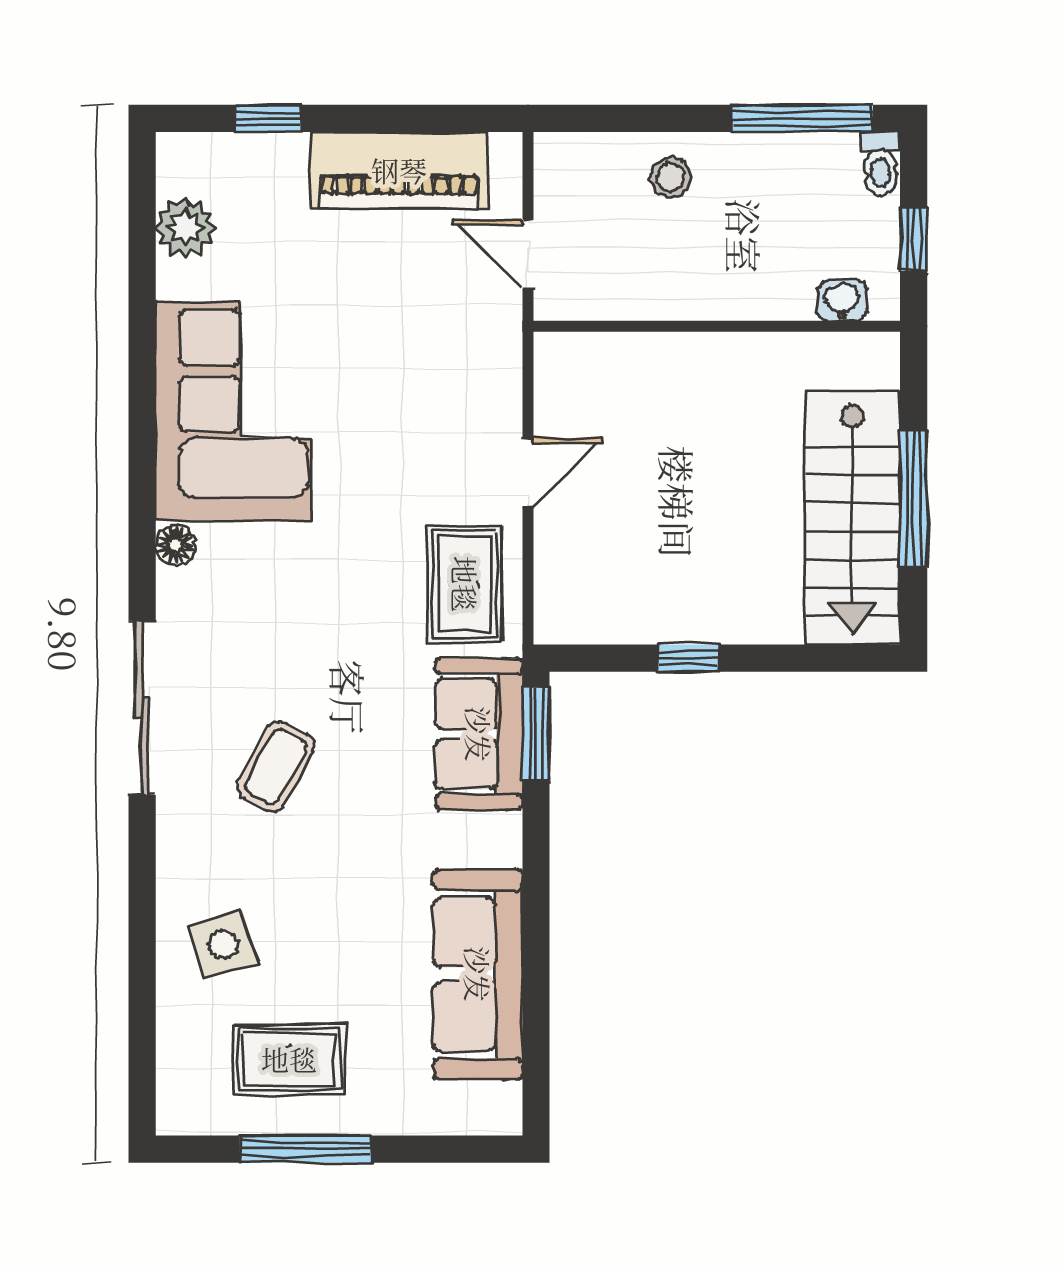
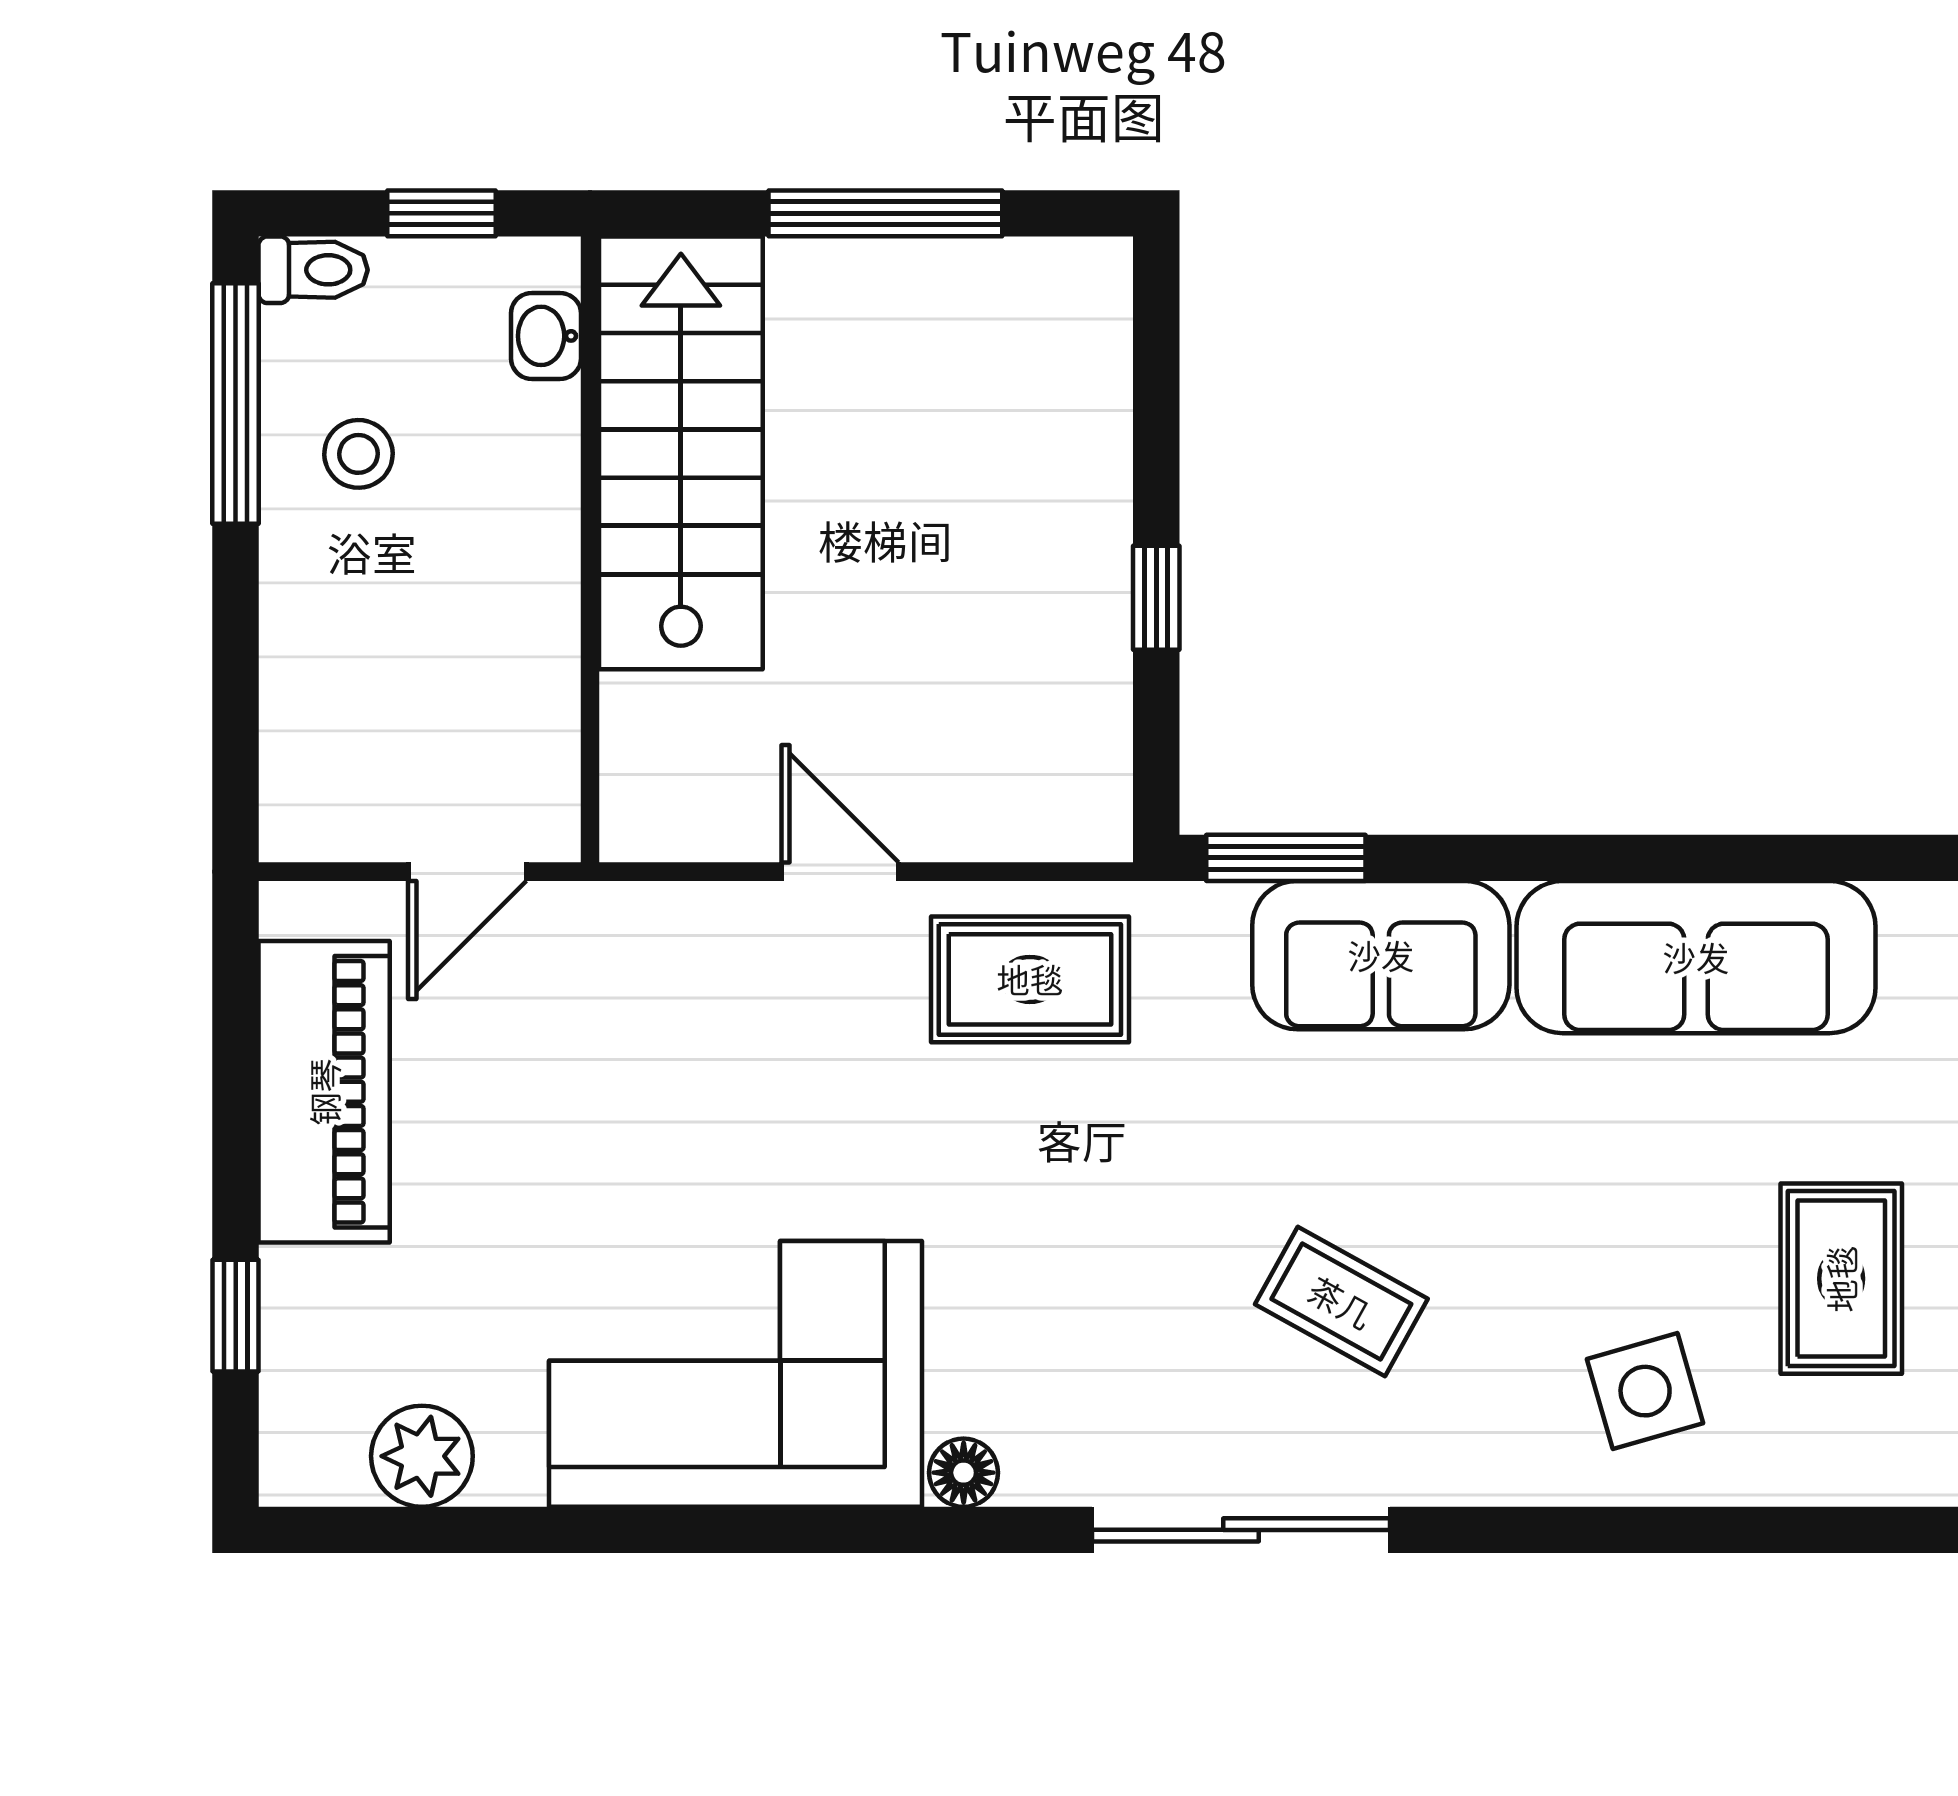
stool: (670, 178) -> (359, 454), moved
stairs: (852, 518) -> (681, 453), moved, turned -90
sofa: (479, 734) -> (1381, 955), moved

